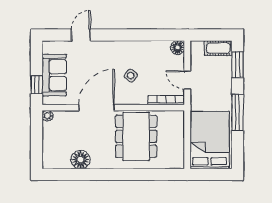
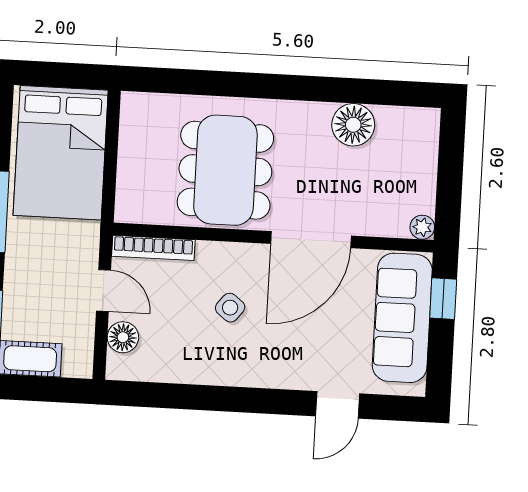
floor lamp: (178, 48) -> (123, 337), moved
sofa: (54, 75) -> (402, 318), width x1.36

